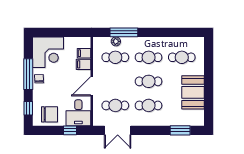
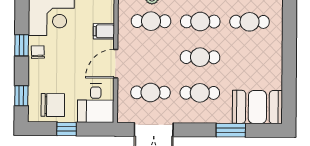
filing cabinet: (84, 53) -> (105, 15), removed
window: (28, 74) -> (22, 45), width x0.46
booth: (193, 92) -> (257, 107), moved, turned 90
window: (70, 130) -> (67, 129), moved
window: (180, 130) -> (231, 130), moved

